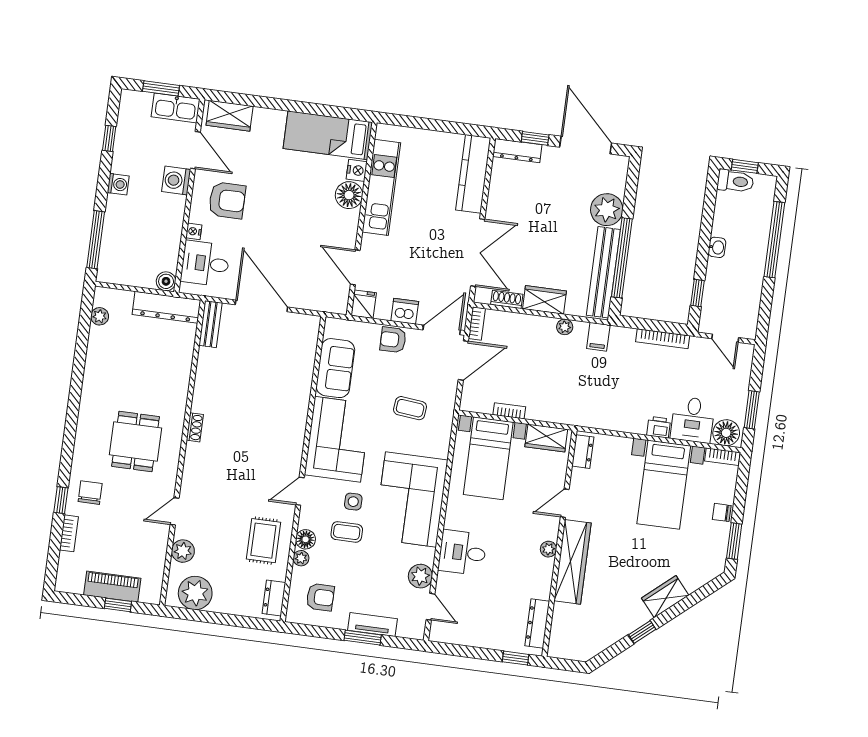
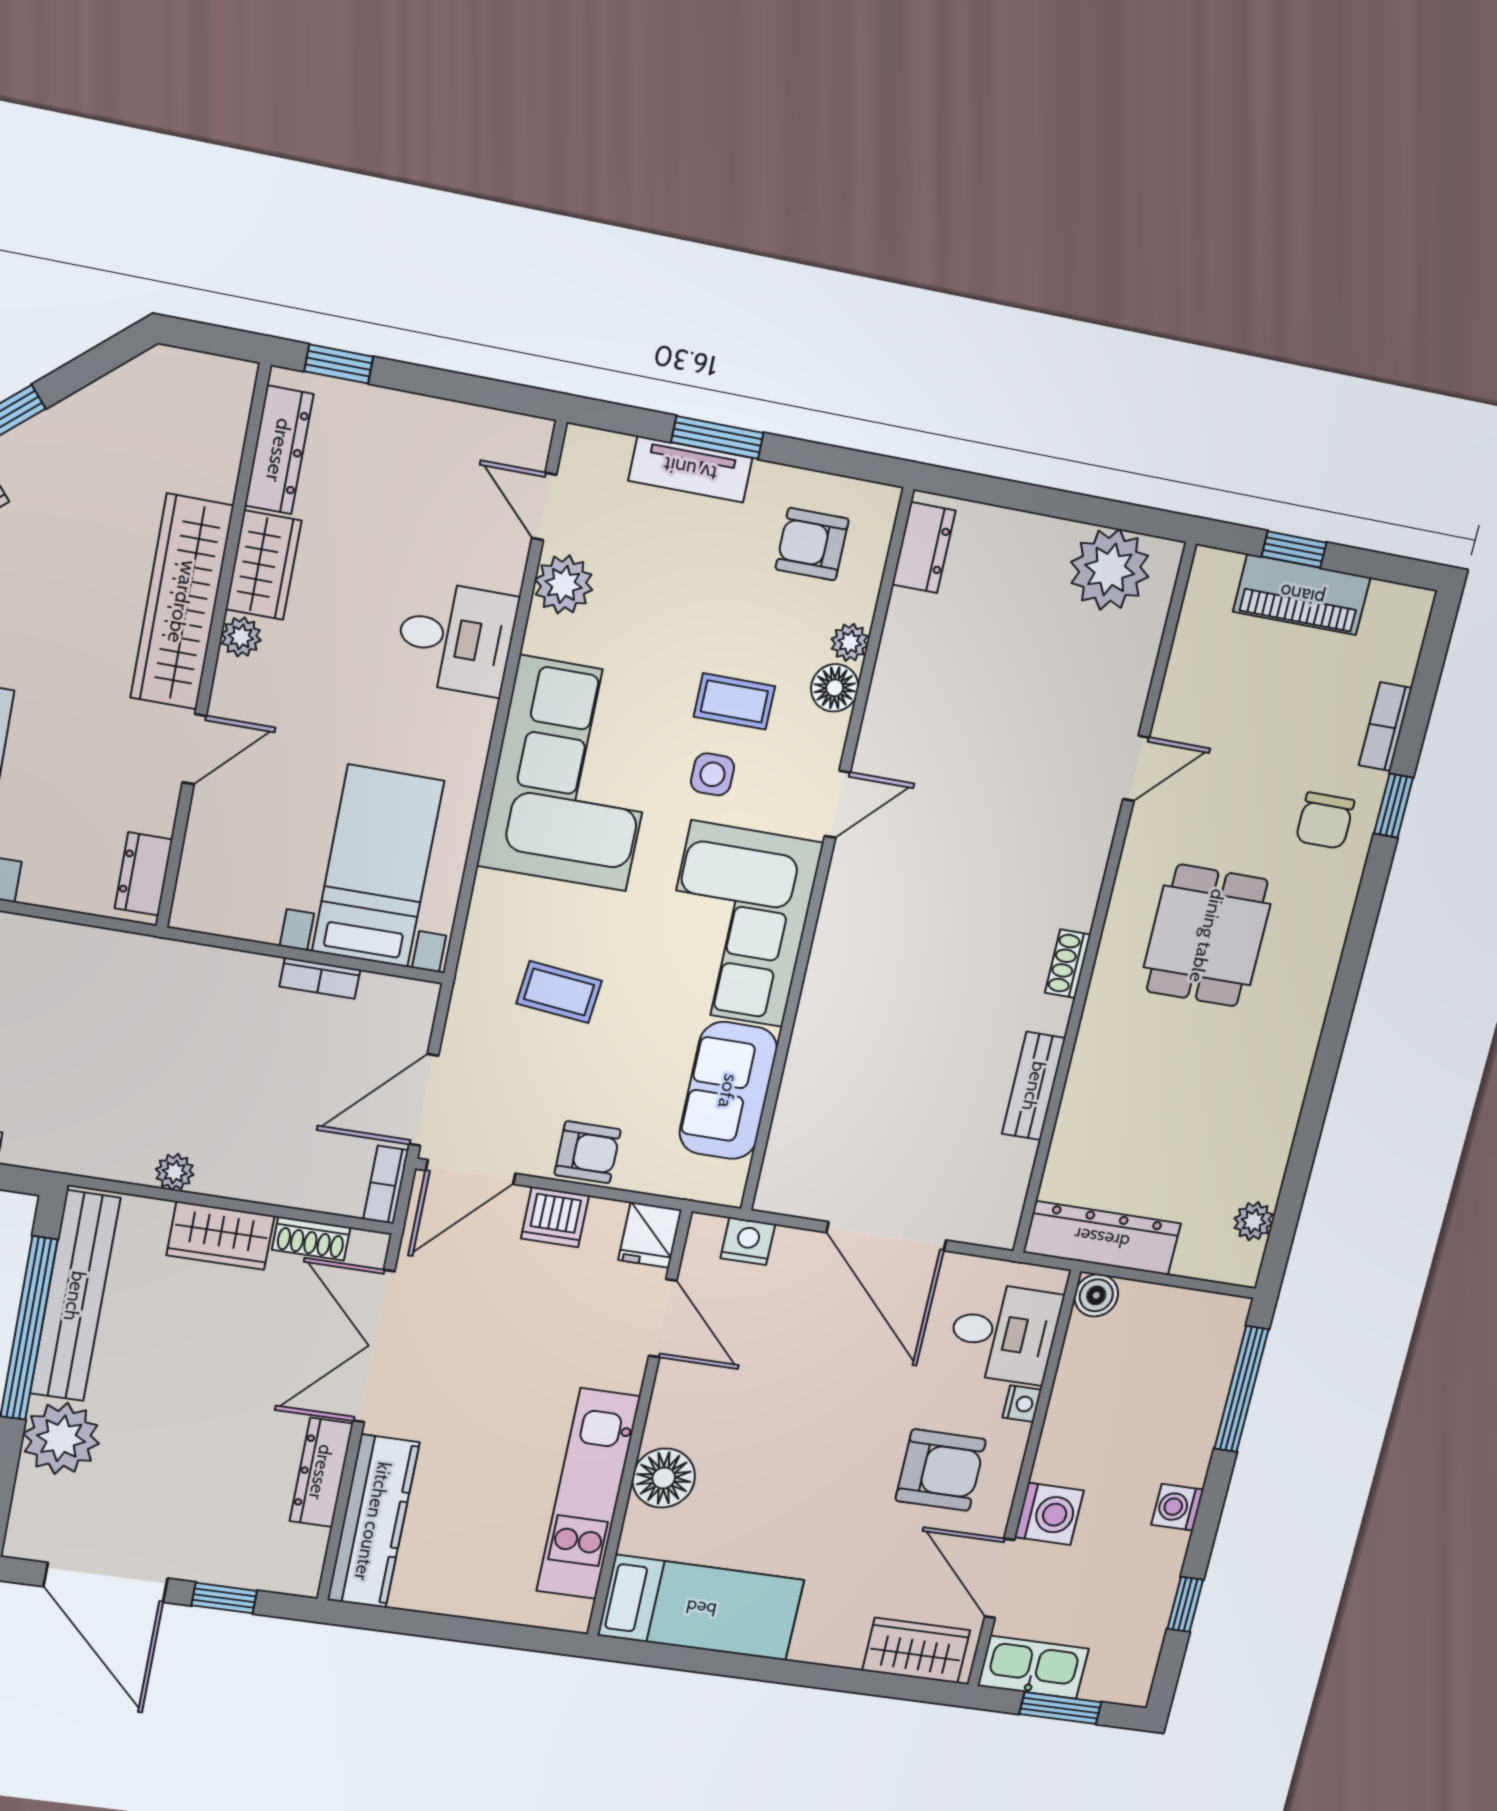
dresser: (517, 151) -> (321, 1472), moved, turned -90
nightstand: (357, 170) -> (748, 1241), moved, turned 90
armchair: (227, 200) -> (941, 1470), turned 180
bench: (210, 324) -> (1034, 1086), moved
filing cabinet: (598, 337) -> (93, 1147), removed
wardrobe: (546, 438) -> (263, 565), moved, turned 90
rug: (263, 541) -> (935, 689), removed
plant: (183, 551) -> (1127, 673), removed

